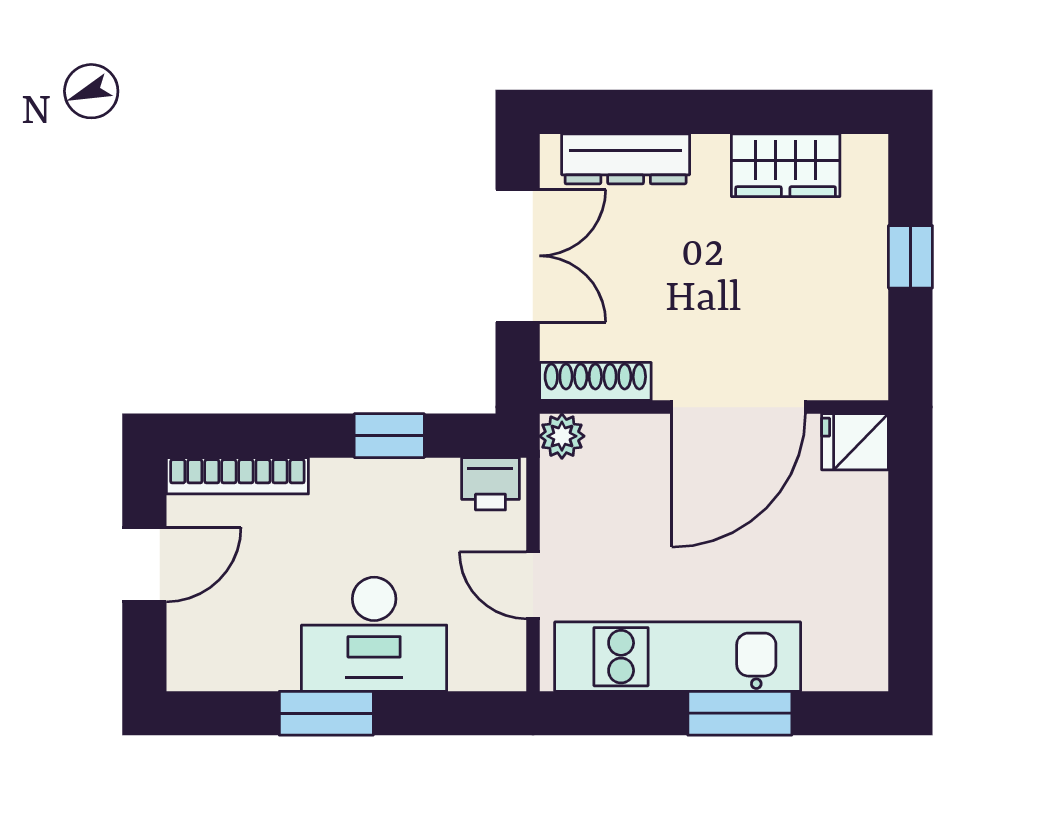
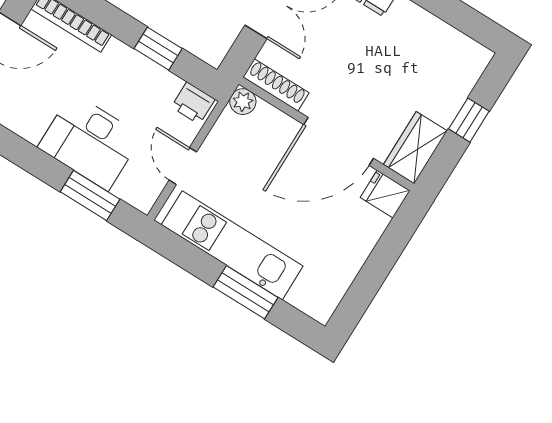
wardrobe: (786, 165) -> (415, 148), moved, turned 90
window: (326, 713) -> (90, 195), moved

